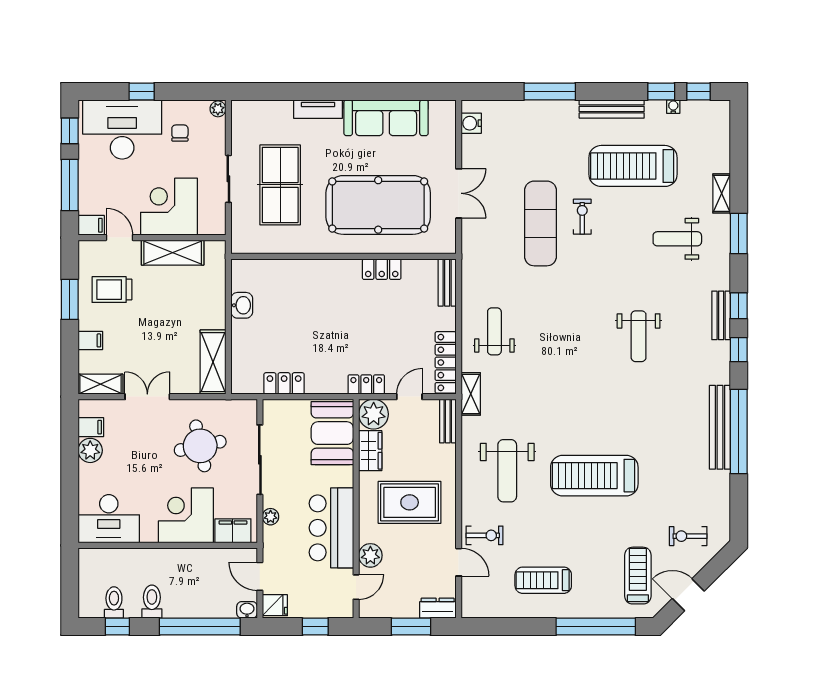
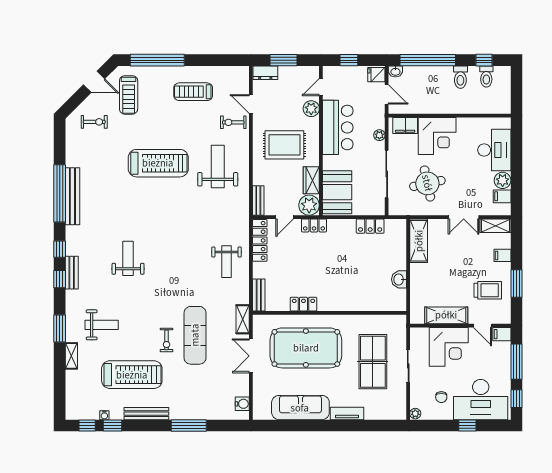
shelving: (471, 394) -> (243, 319), moved
desk: (109, 519) -> (494, 150), moved, turned 90
treadmill: (543, 580) -> (193, 92), turned 180

